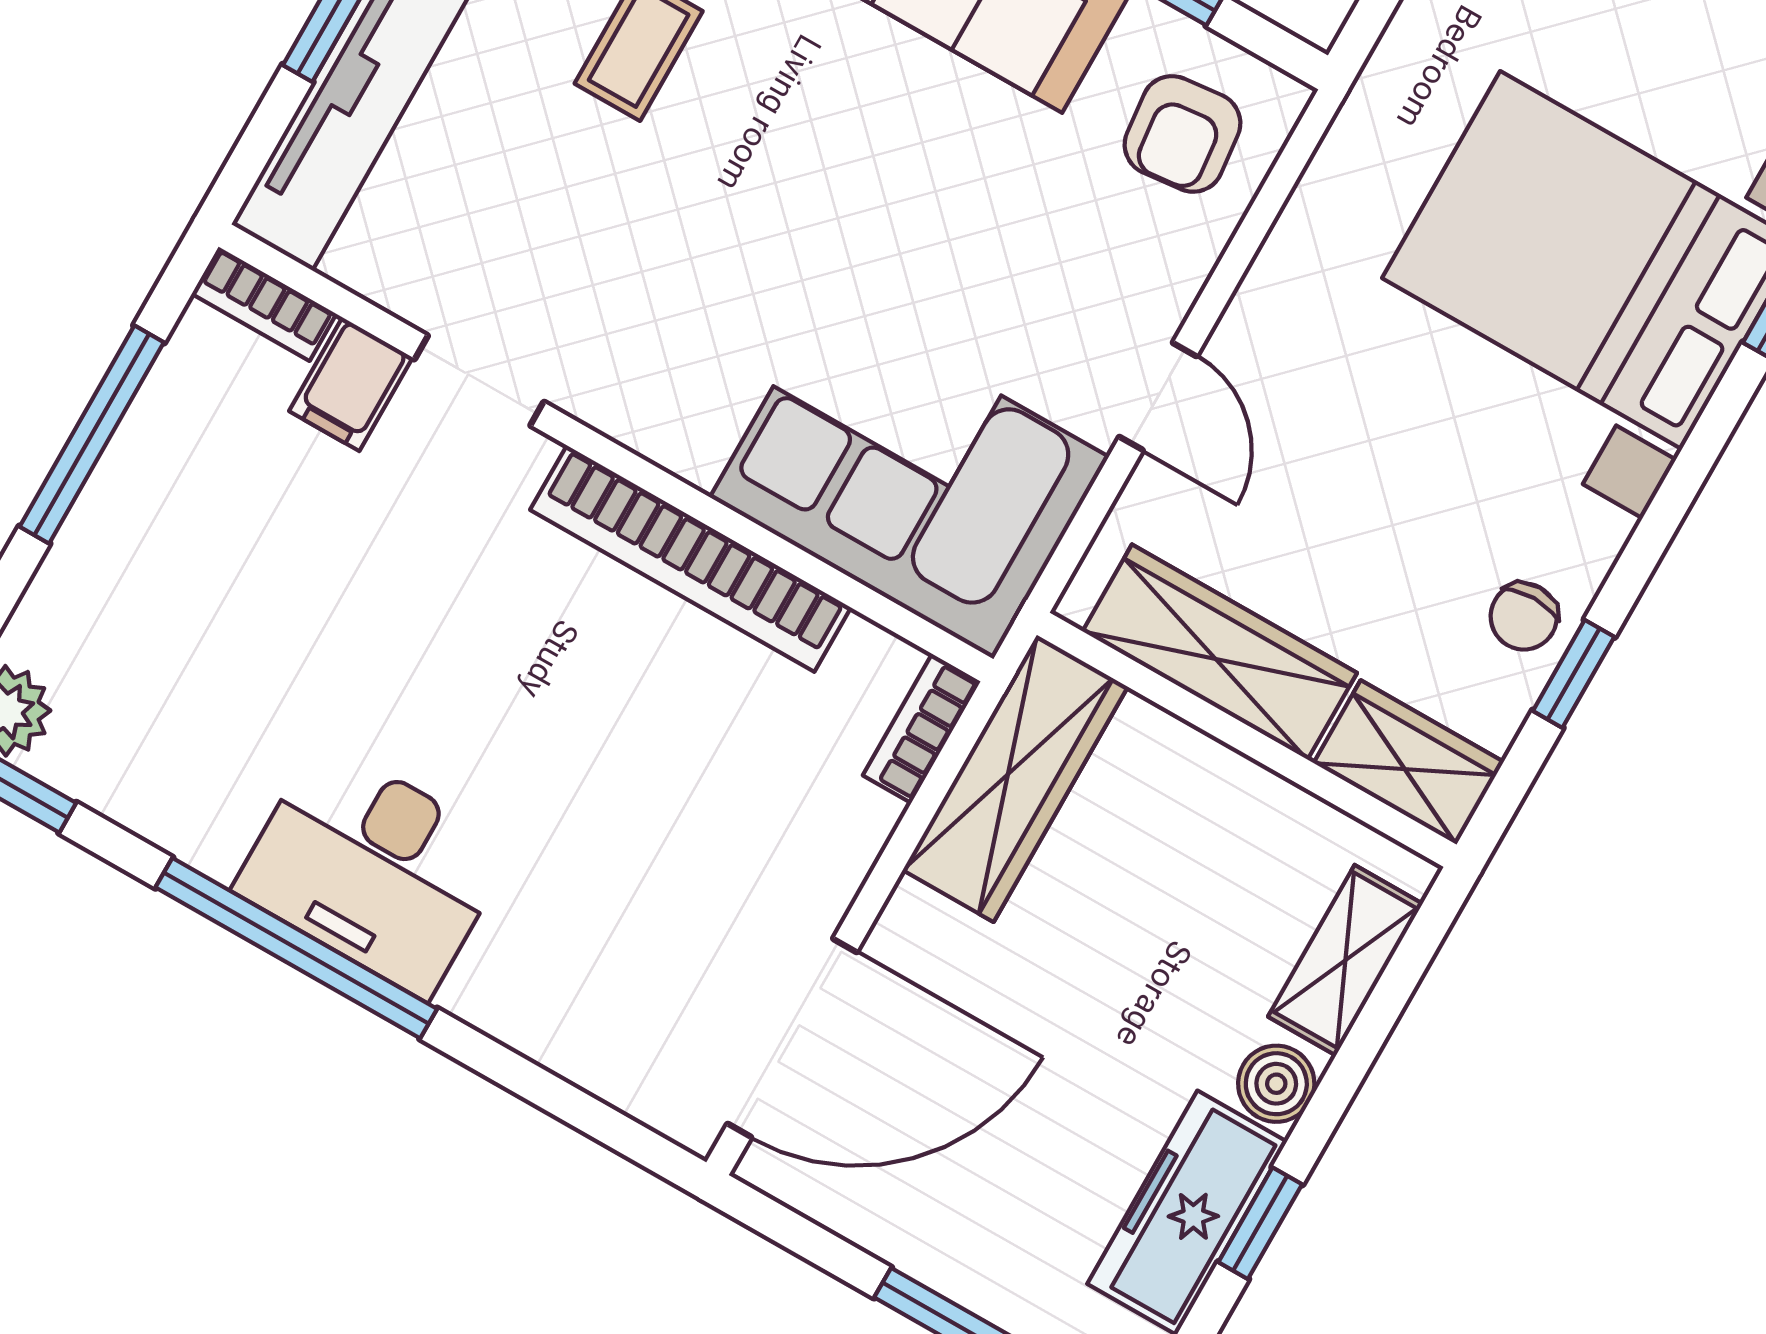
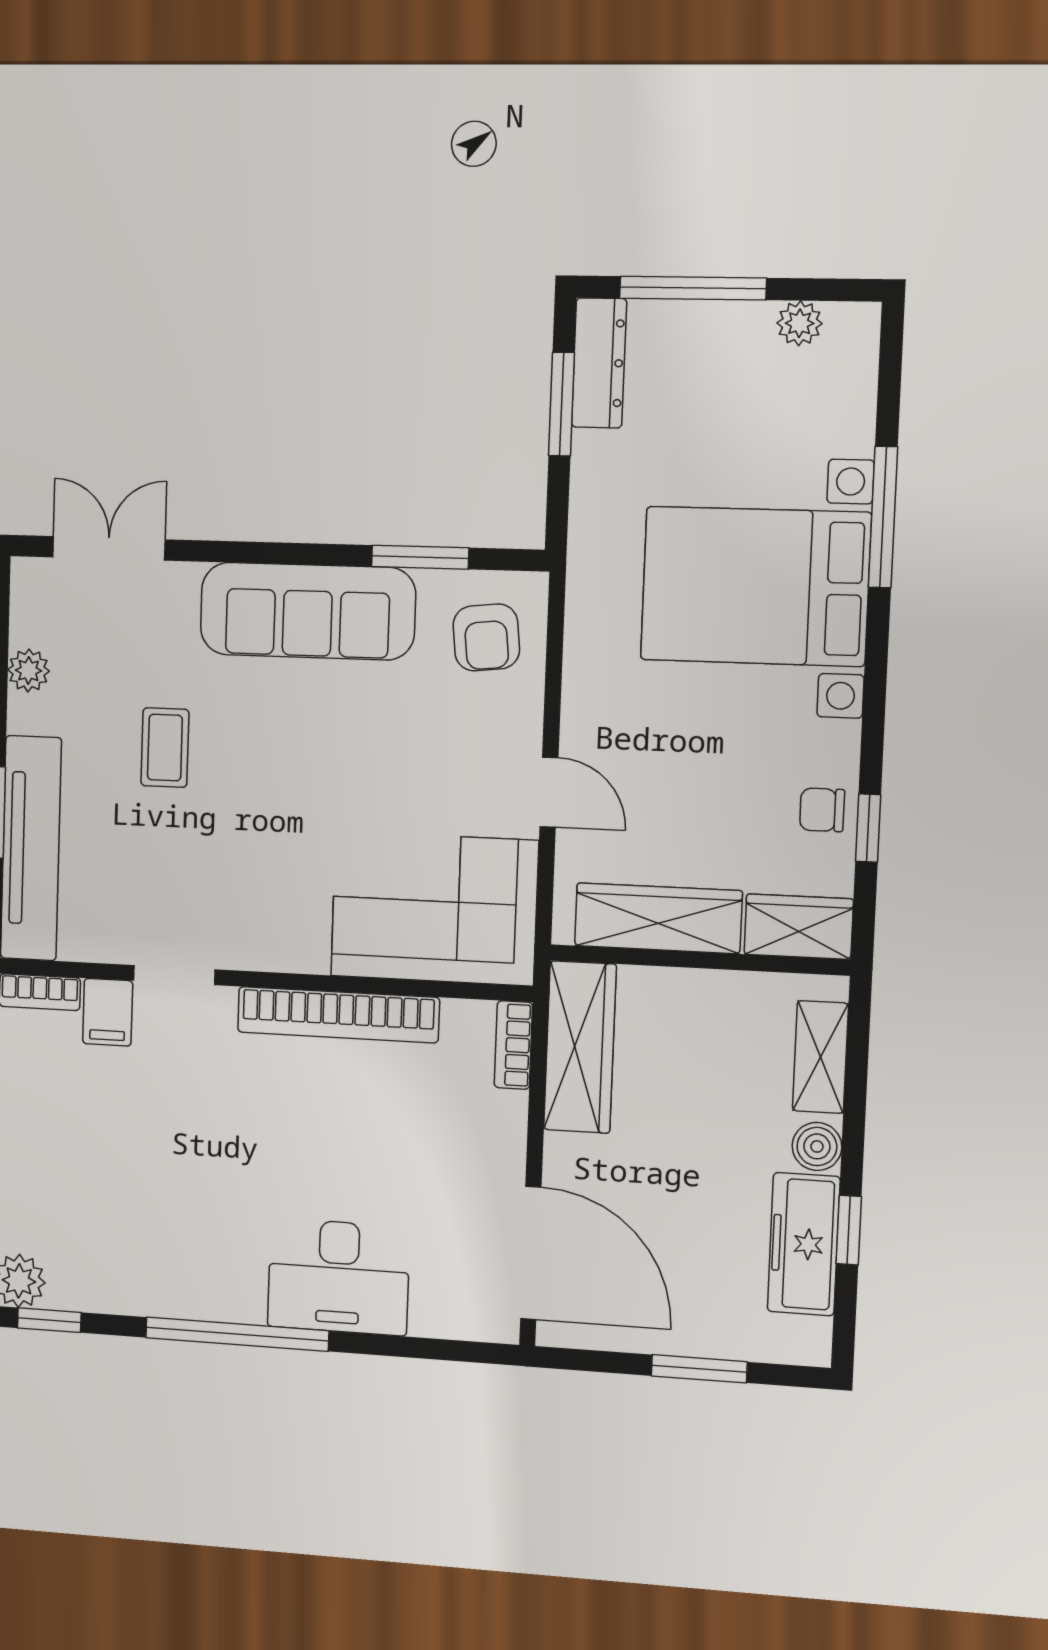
chair: (1524, 616) -> (822, 810), turned 90
desk: (373, 869) -> (338, 1277), moved
door: (792, 1038) -> (531, 1253), hinge flipped

